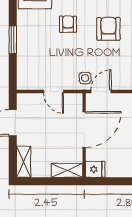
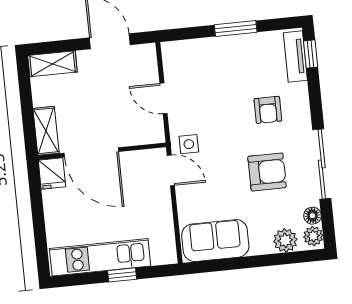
armchair: (68, 24) -> (268, 110), turned 90
door: (54, 91) -> (164, 98), hinge flipped
door: (84, 130) -> (91, 152), moved

